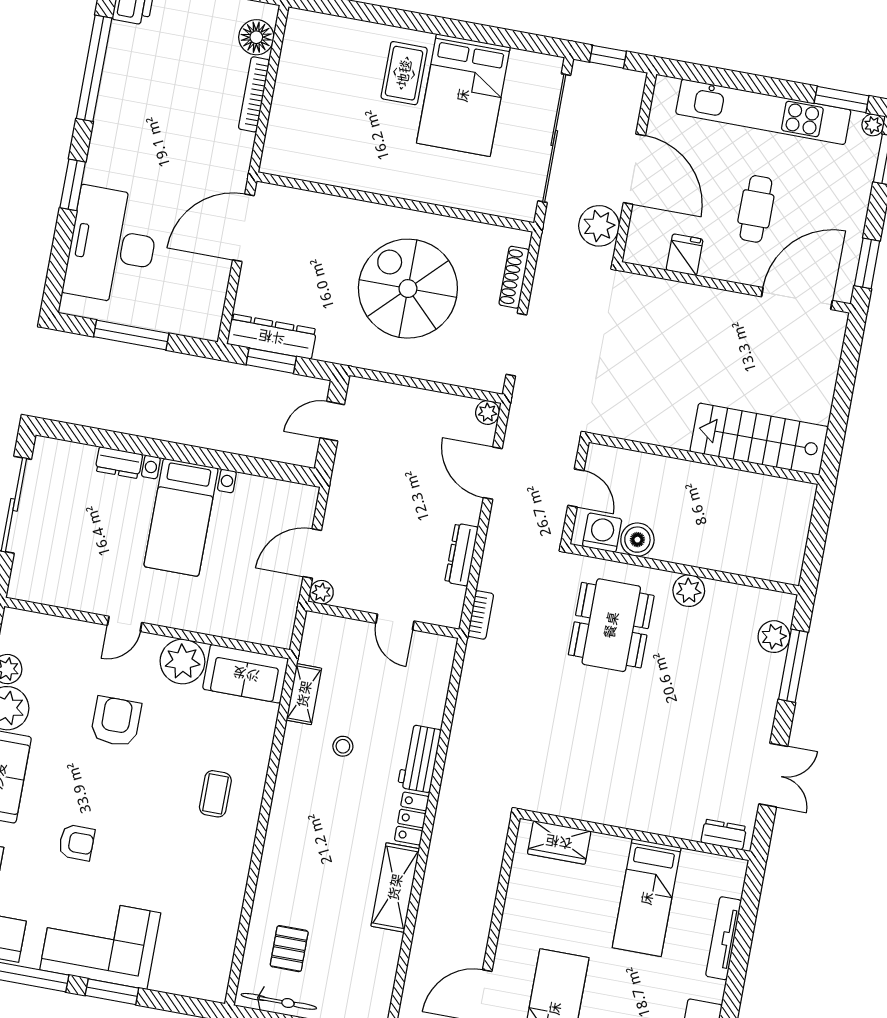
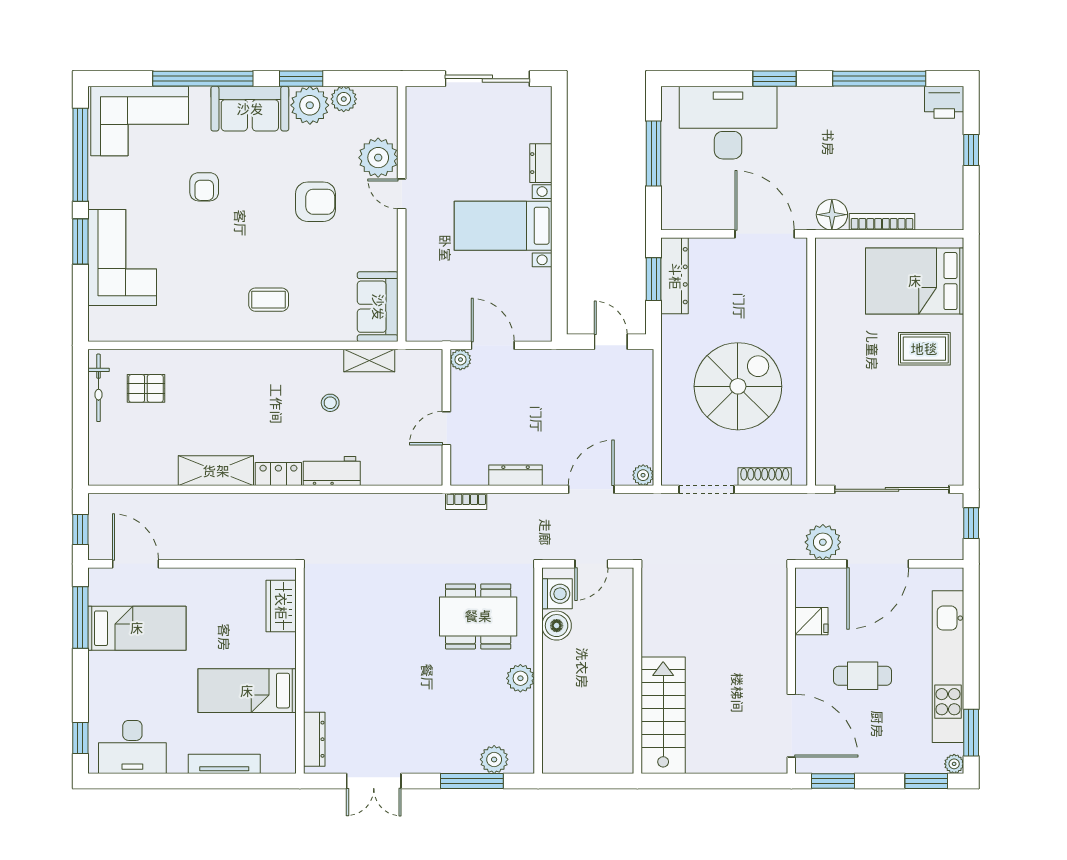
floor lamp: (256, 37) -> (832, 215), moved
bed: (463, 95) -> (915, 281), moved
plant: (182, 661) -> (378, 158), moved
dresser: (724, 835) -> (314, 739), width x1.44
corner sofa: (100, 941) -> (122, 257), moved

